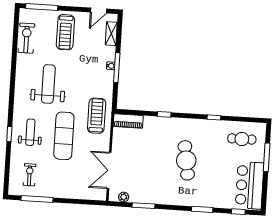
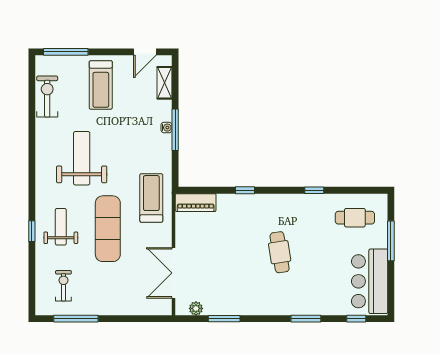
cafe table: (186, 160) -> (280, 252), width x0.73, depth x0.74

